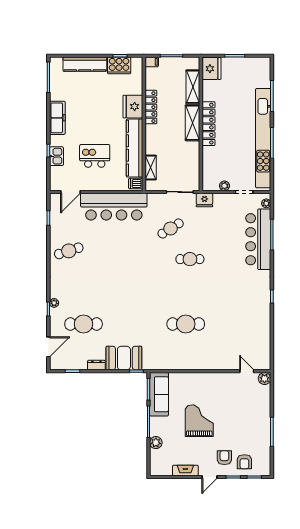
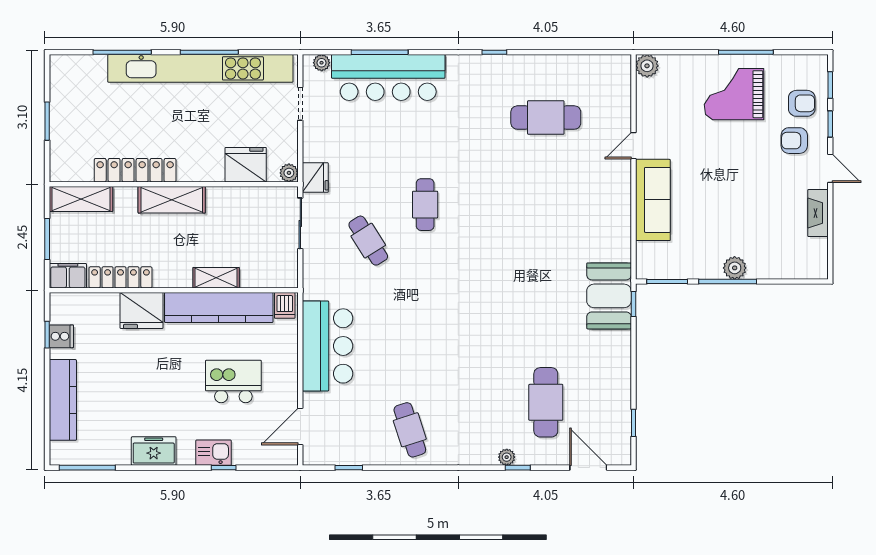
filing cabinet: (152, 62) -> (68, 276), width x2.00
cooker: (119, 65) -> (61, 336), width x0.53, depth x0.76
fridge: (211, 69) -> (246, 165), moved
shelving: (193, 87) -> (81, 199), moved
locker: (151, 107) -> (121, 277), moved
freezer: (57, 118) -> (154, 451), width x0.71
locker: (208, 124) -> (135, 170), moved
kitchen sink: (56, 156) -> (214, 453), moved
kitchen island: (95, 156) -> (233, 381), turned 90
shelving: (151, 167) -> (216, 278), moved
plant: (224, 186) -> (289, 173), moved
door: (71, 192) -> (300, 427), swing flipped
bar counter: (114, 207) -> (328, 346), width x0.73
cafe table: (186, 324) -> (546, 118), moved, turned 90
booth: (124, 358) -> (609, 296), moved
dresser: (96, 365) -> (622, 378), removed
door: (247, 371) -> (633, 146), moved
sofa: (159, 394) -> (653, 200), moved, turned 90
grand piano: (199, 421) -> (734, 94), moved
plant: (156, 443) -> (735, 268), moved

